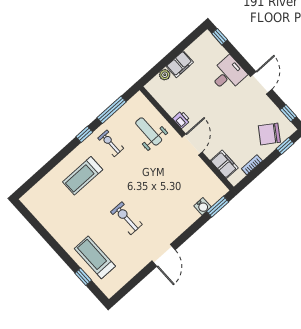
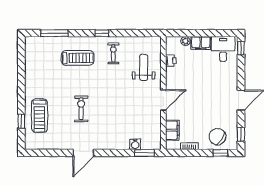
desk: (228, 74) -> (223, 49), moved, turned -90
window: (112, 110) -> (54, 33), moved
printer: (181, 120) -> (171, 61), moved
treadmill: (83, 176) -> (78, 58), turned 180
treadmill: (95, 257) -> (39, 116), turned 180

